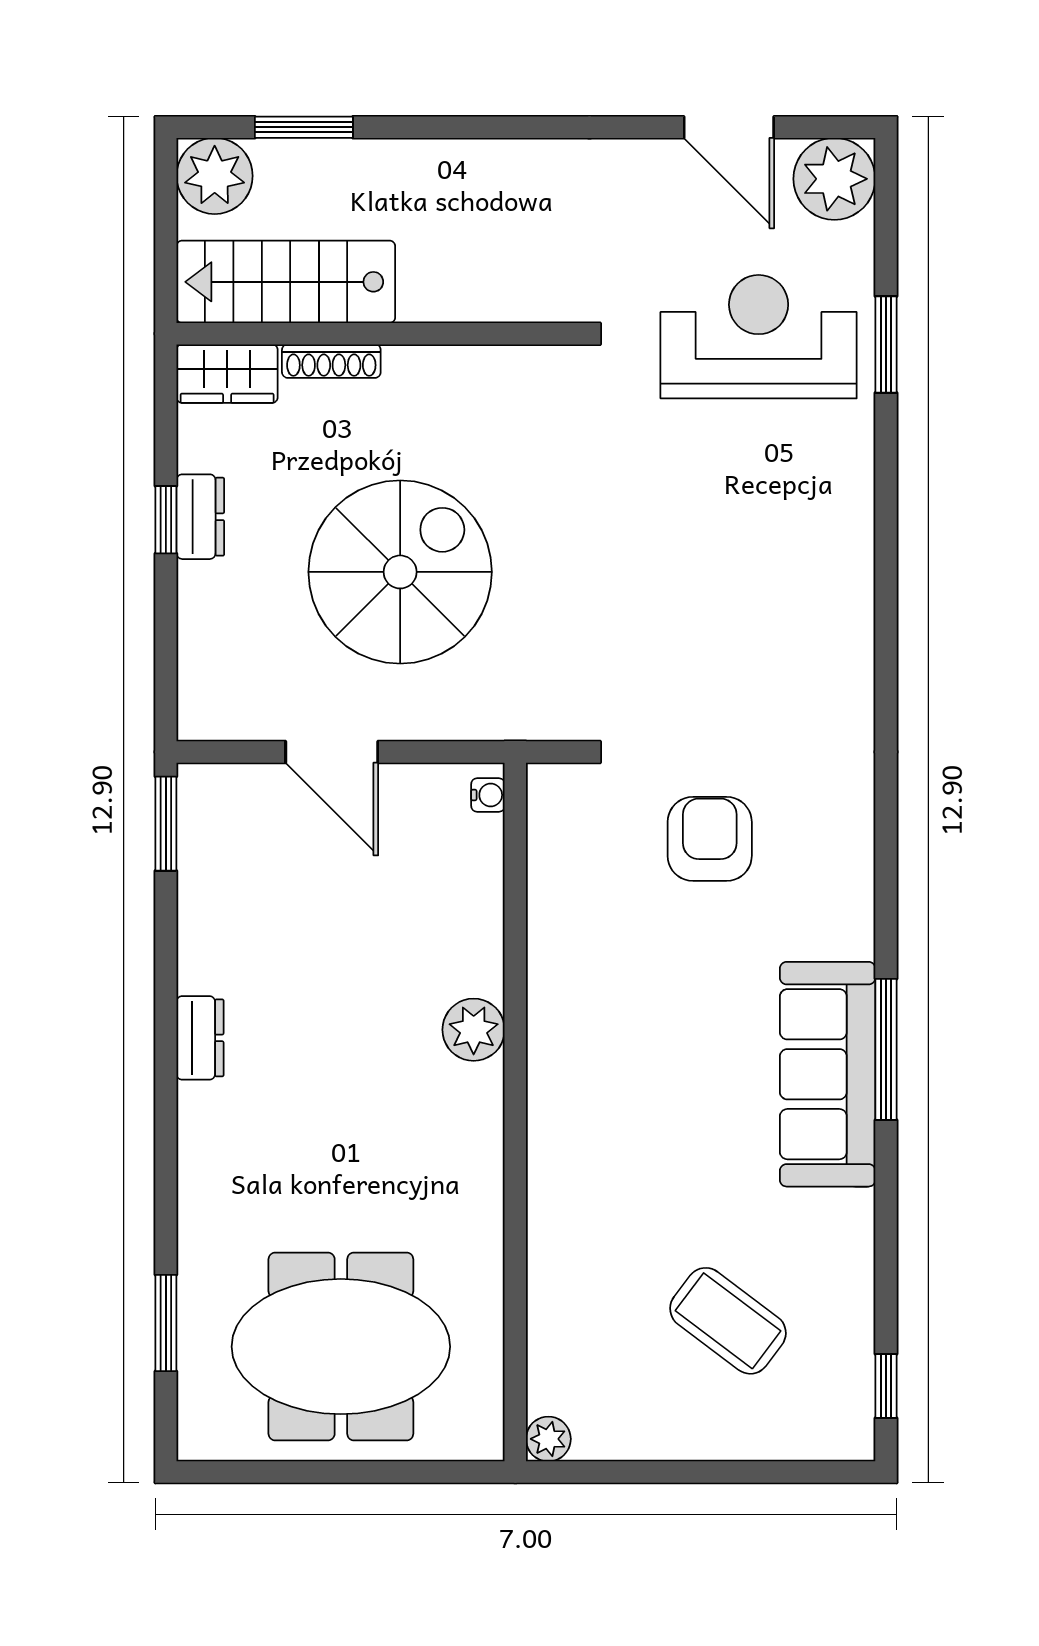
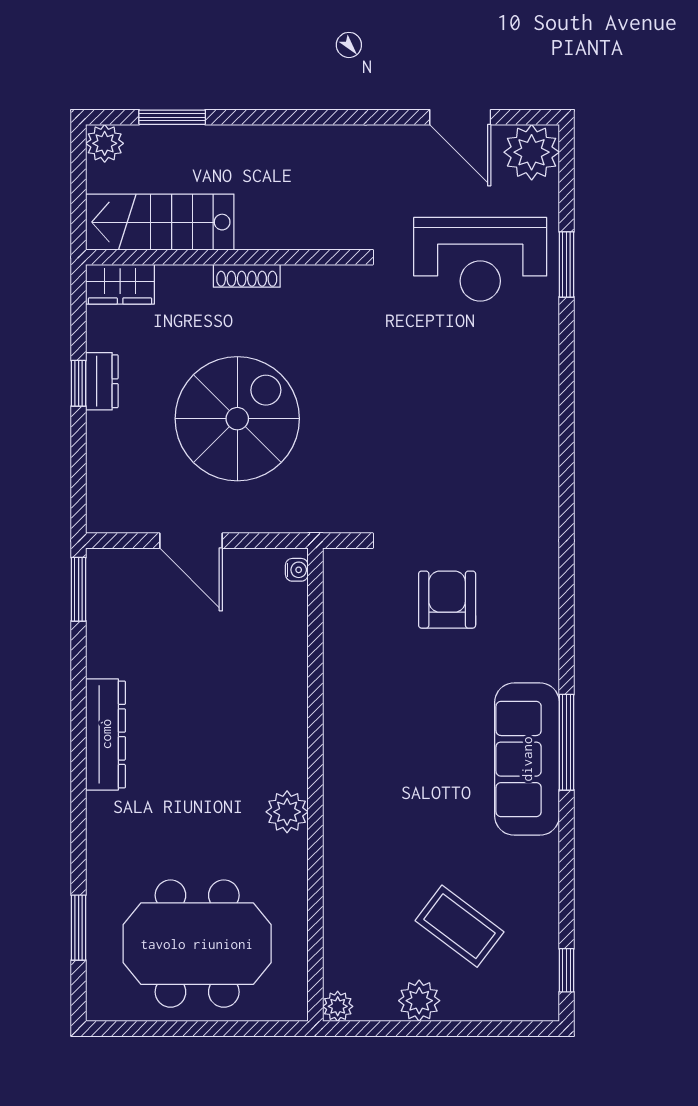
plant: (215, 176) -> (105, 143), width x0.73, depth x0.73
reception desk: (759, 337) -> (480, 259), turned 180
shoe rack: (331, 361) -> (247, 276), moved
plant: (474, 1030) -> (287, 812), moved
dresser: (200, 1038) -> (106, 734), width x1.96, depth x1.24
plant: (669, 1431) -> (419, 1001), added

